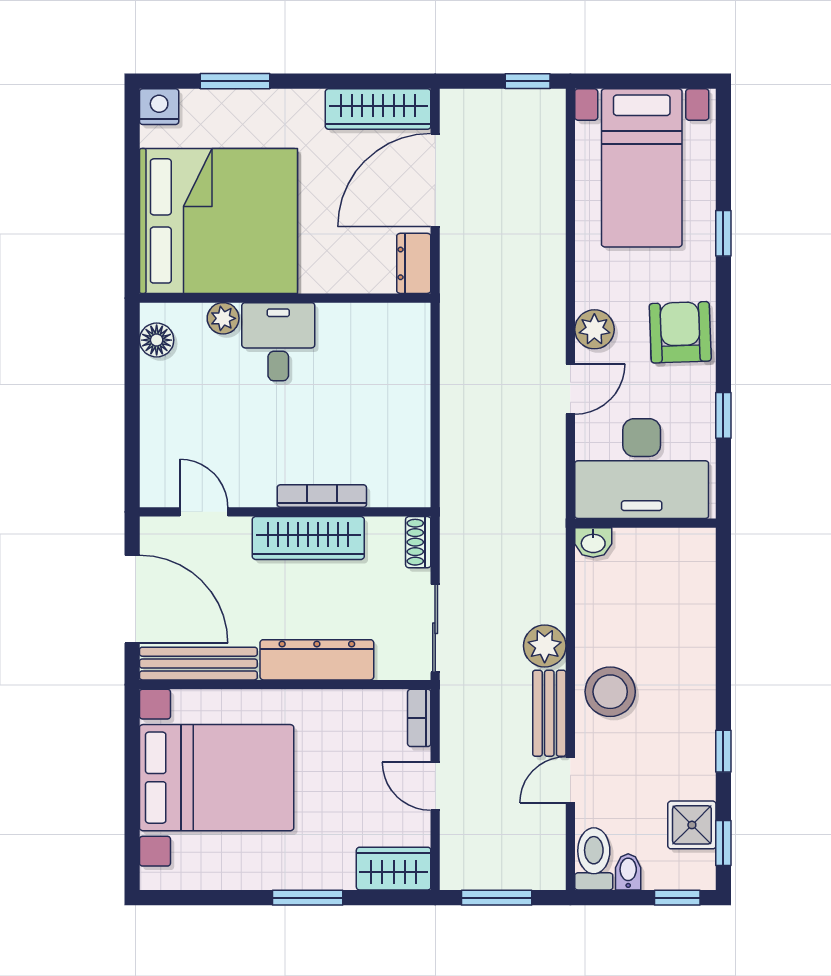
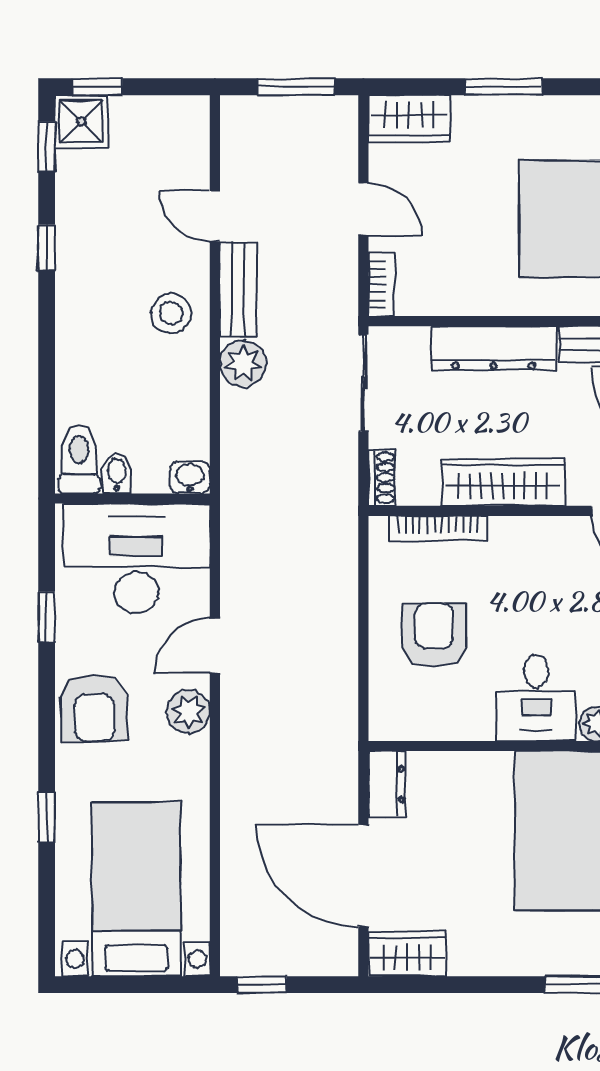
wardrobe: (378, 109) -> (407, 954), width x0.67
door: (435, 180) -> (363, 876), swing flipped
armchair: (371, 399) -> (434, 635), added
bookcase: (322, 496) -> (438, 528), moved
stool: (610, 692) -> (171, 313), width x0.73, depth x0.73
door: (570, 780) -> (215, 216), swing flipped
shower: (692, 825) -> (81, 121), moved
toilet: (594, 859) -> (79, 459), moved, turned 180
bidet: (628, 872) -> (117, 473), moved, turned 180

